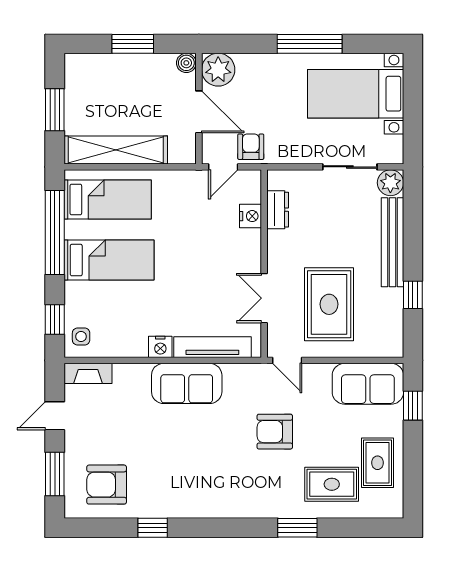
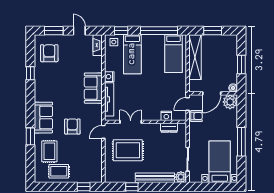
door: (223, 167) -> (188, 104), hinge flipped
bed: (109, 260) -> (132, 54), moved
sofa: (368, 384) -> (43, 118), moved, turned 180

